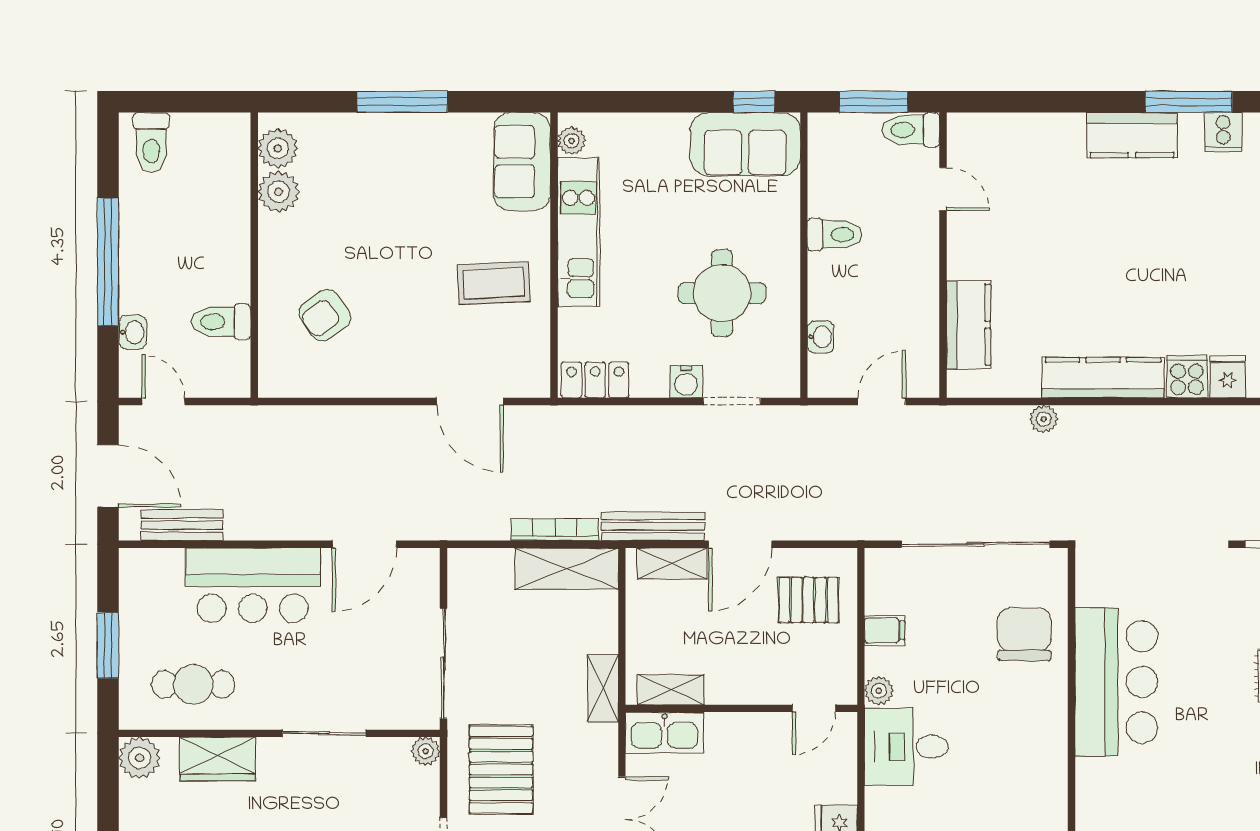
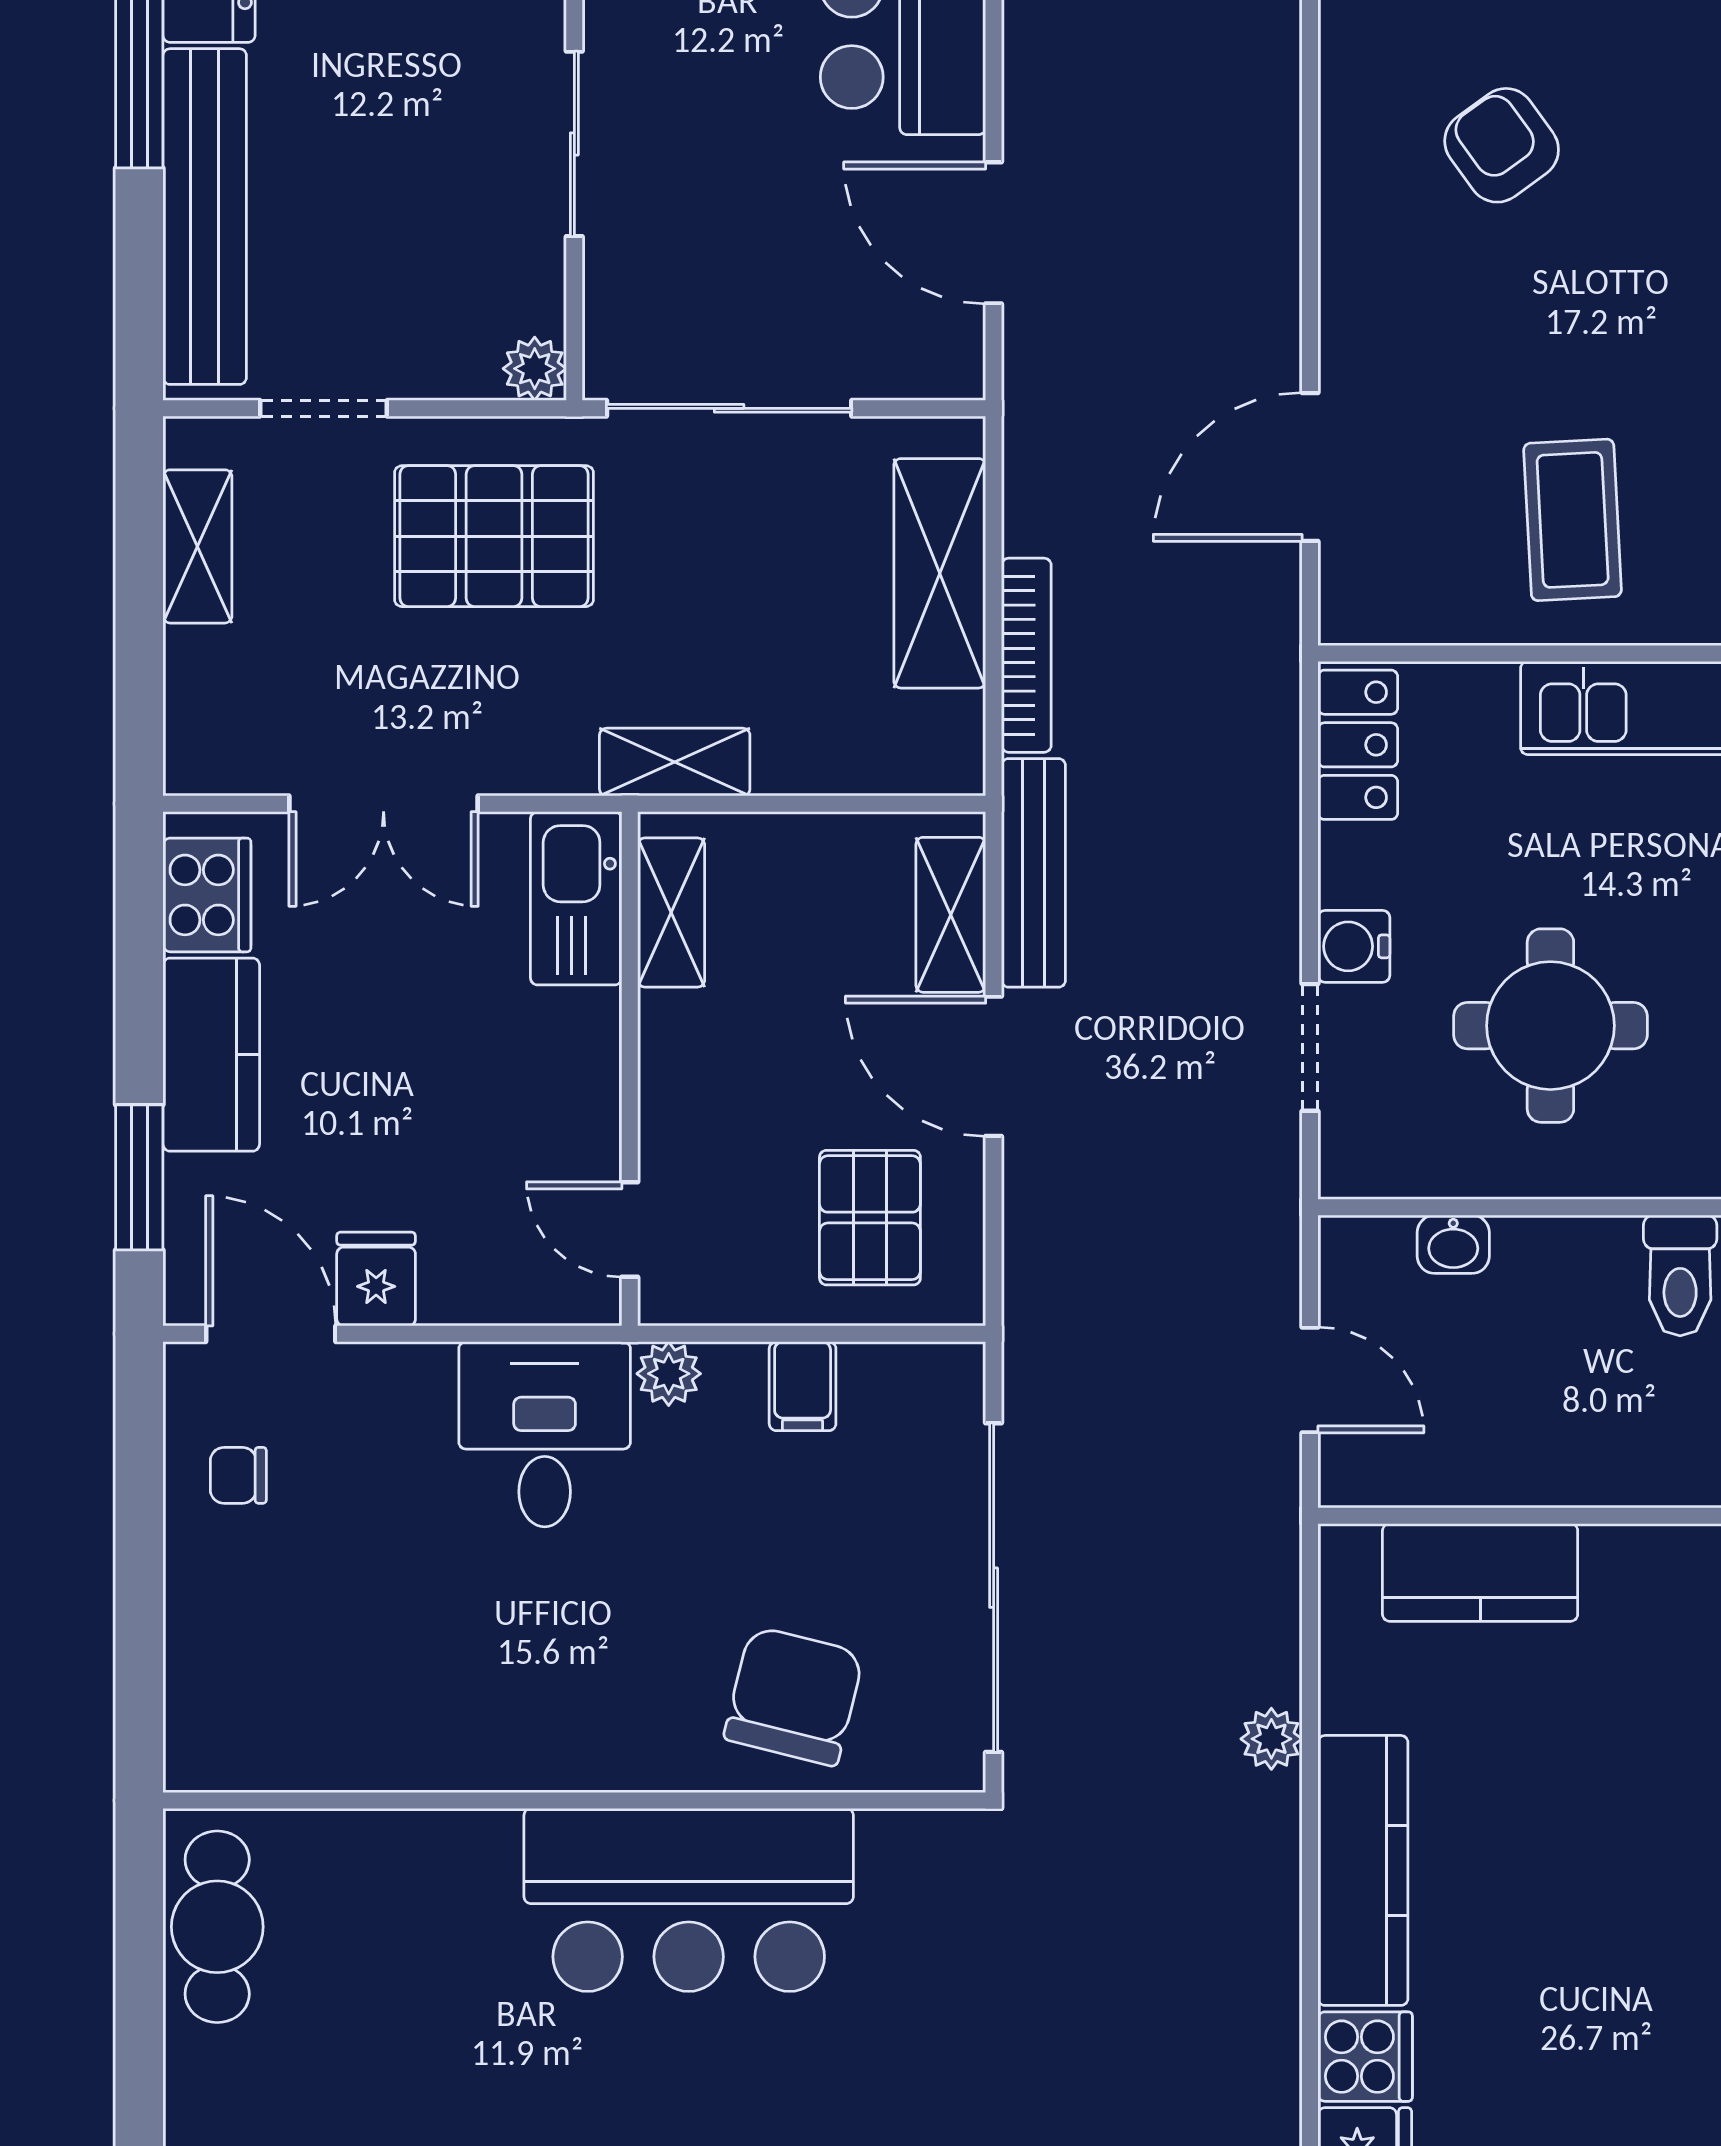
shelving: (567, 569) -> (940, 573), moved
chair: (1024, 634) -> (794, 1696), turned -76

